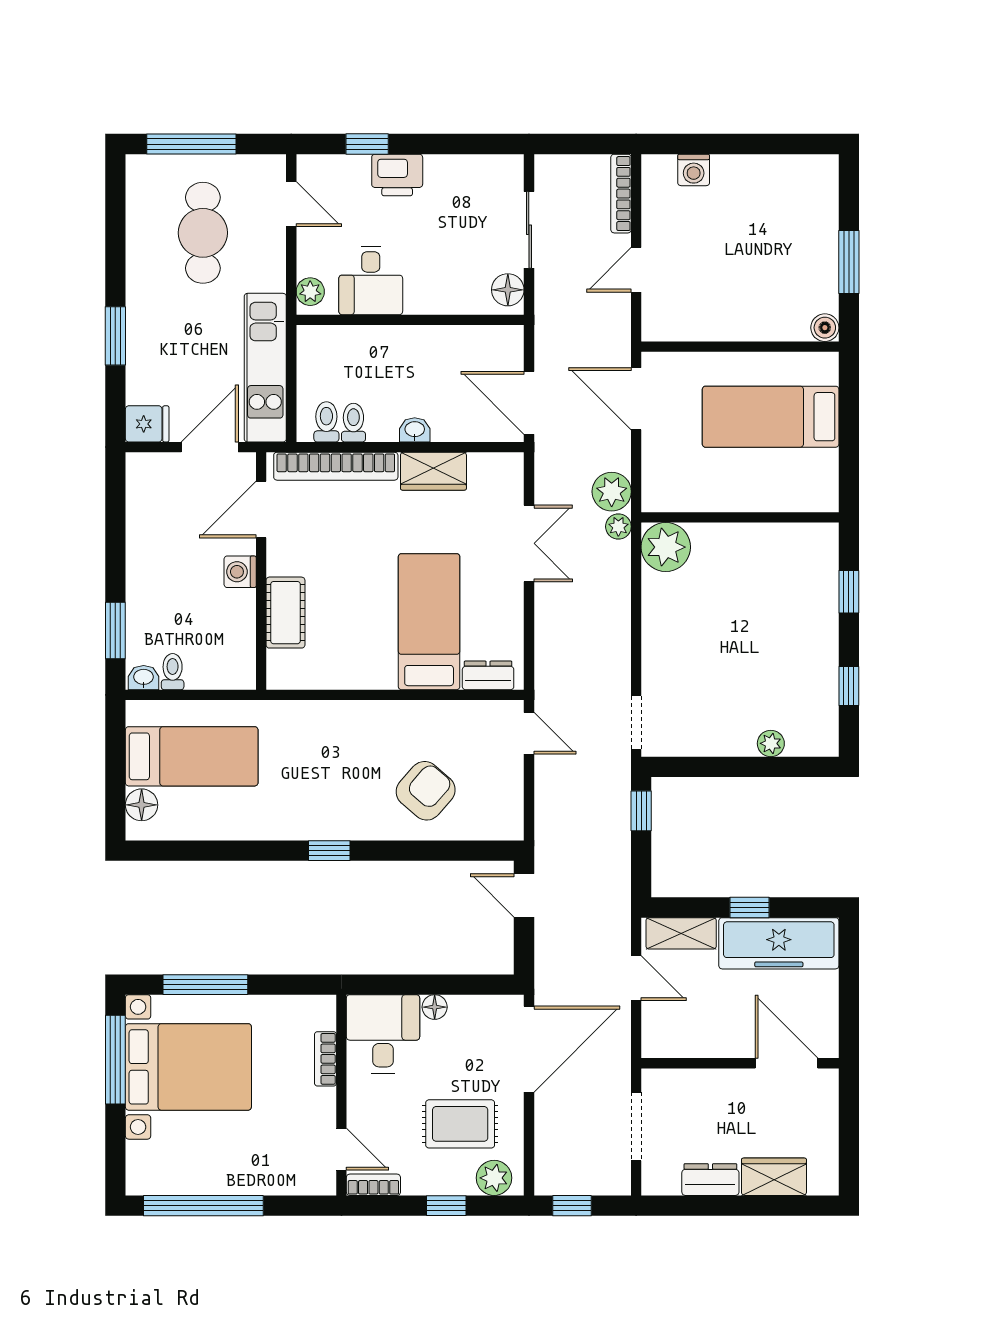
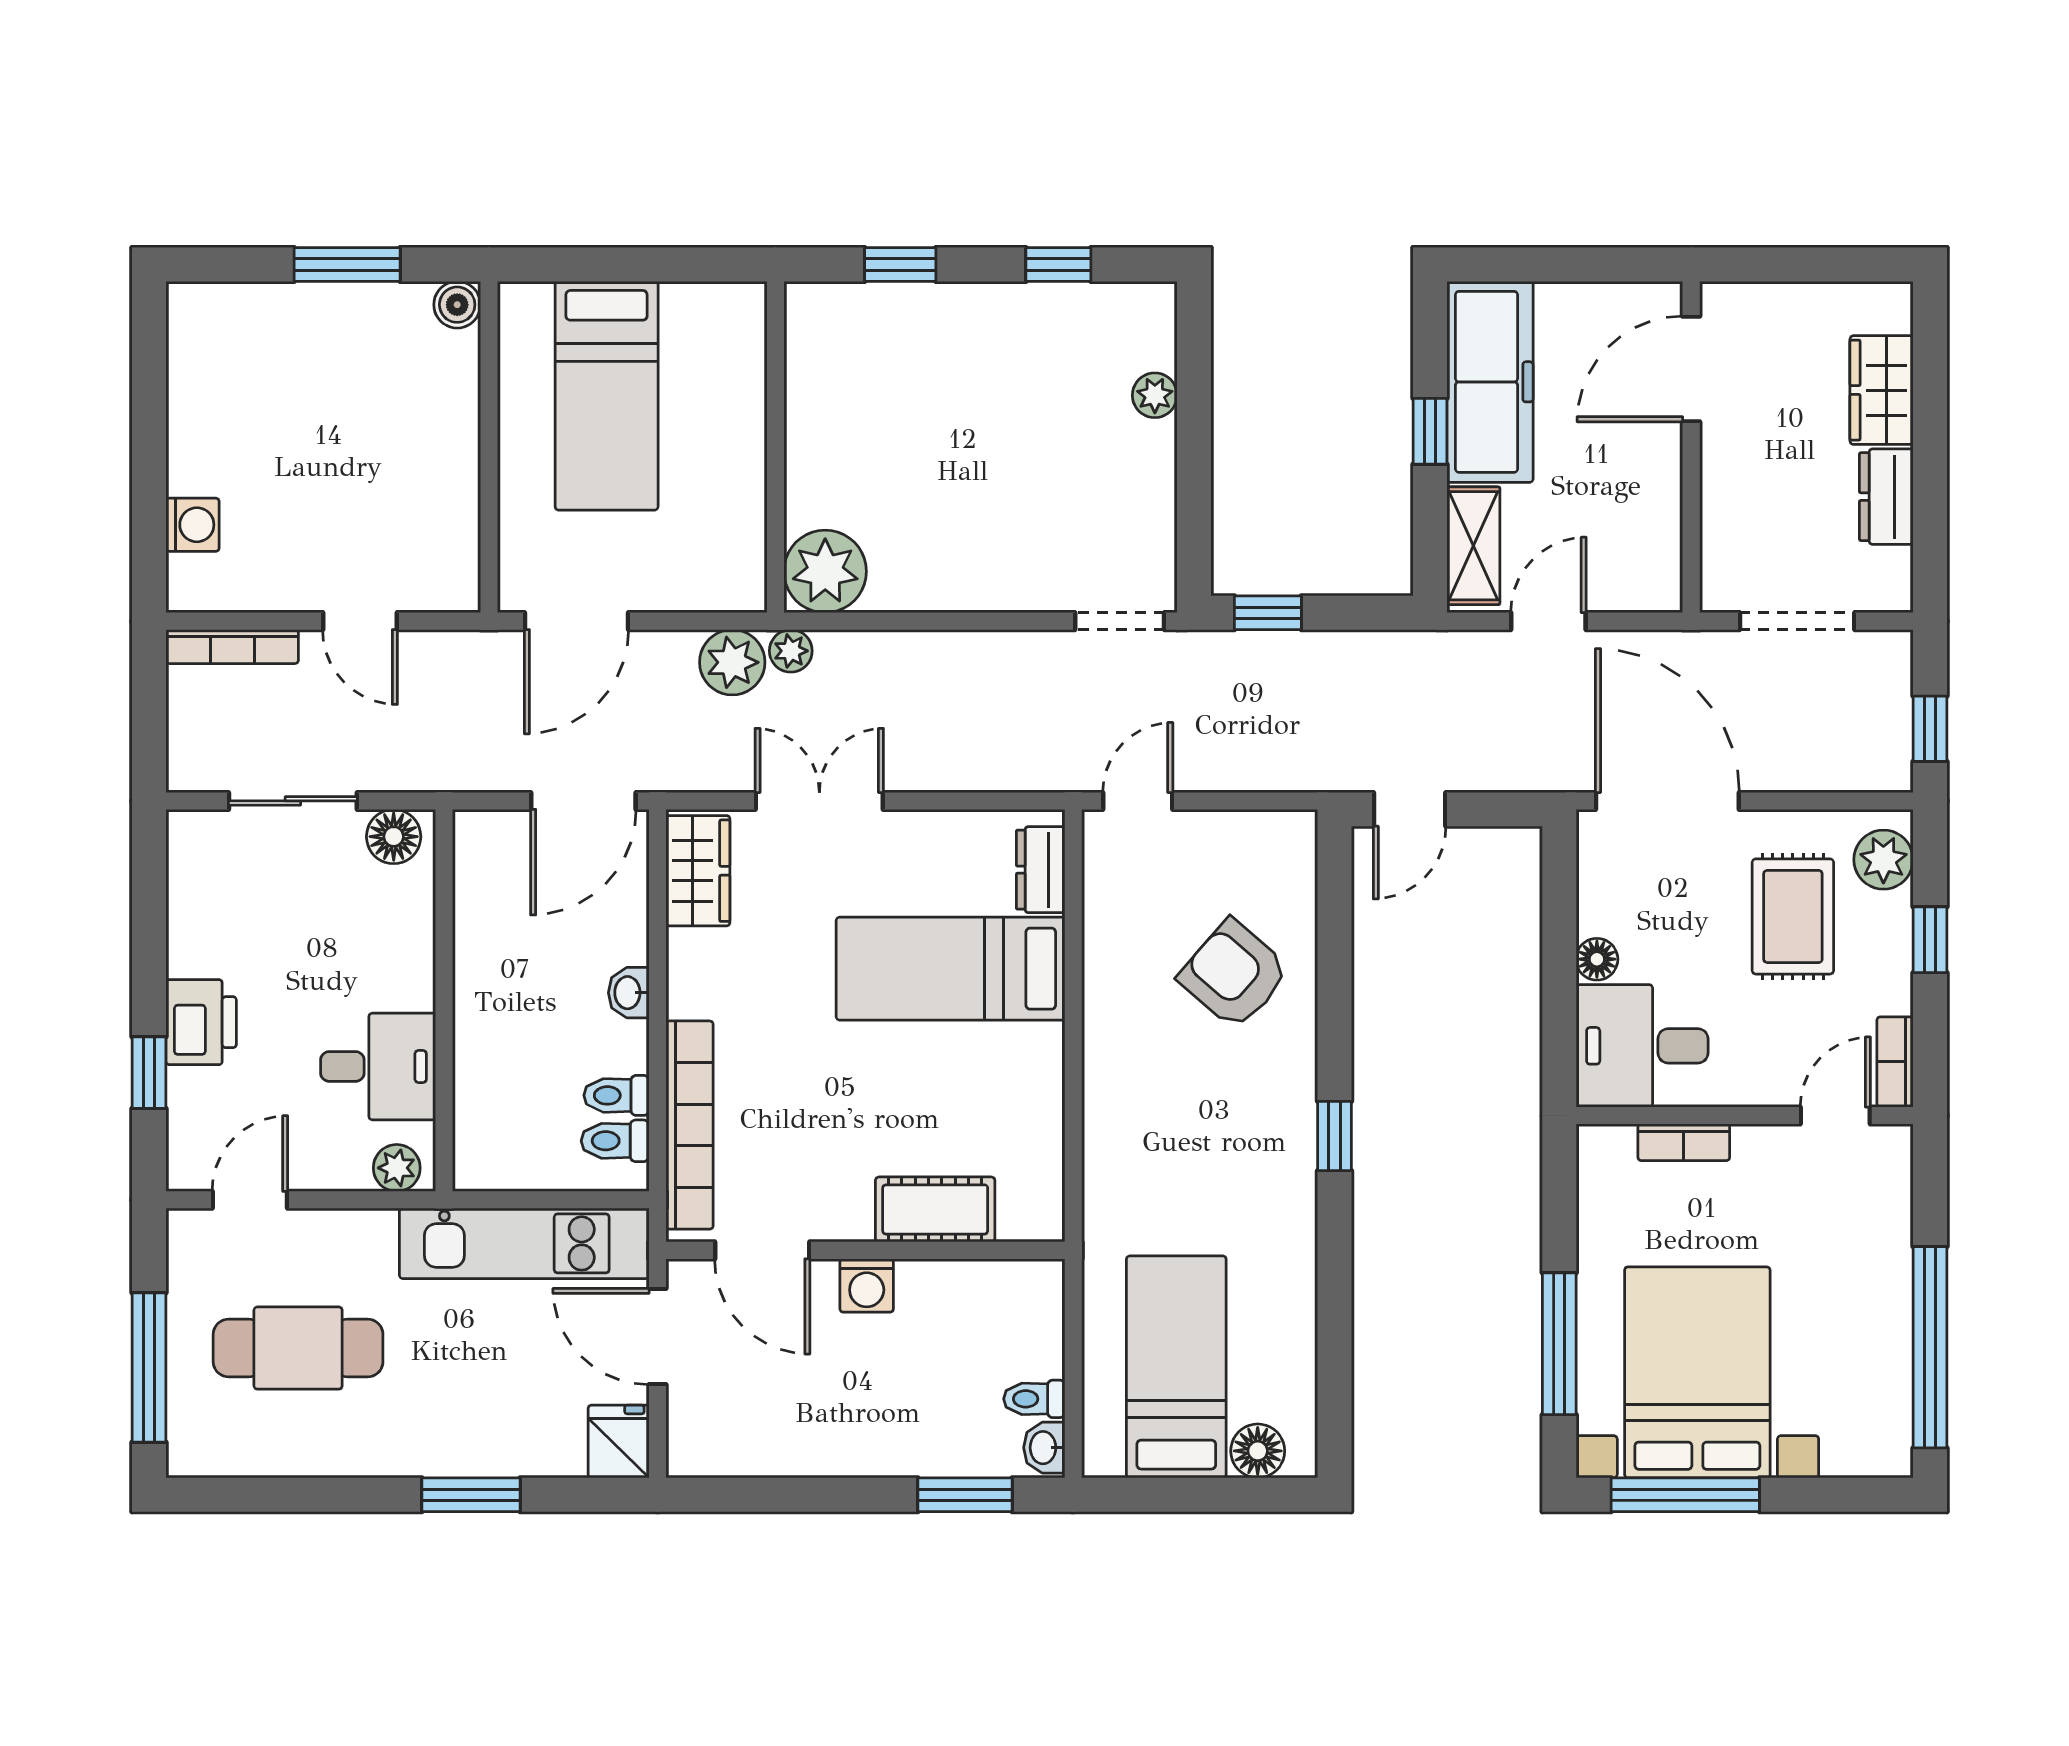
wardrobe: (433, 471) -> (698, 871), moved

